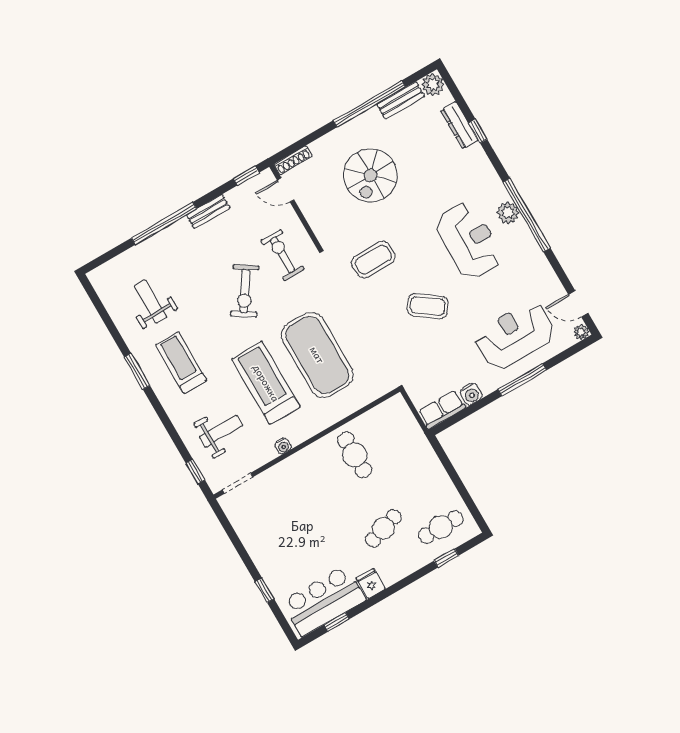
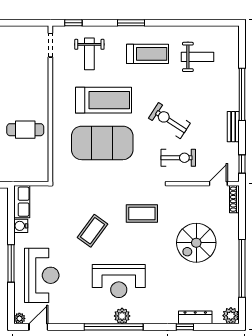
bench: (401, 100) -> (233, 289), removed
spiral stairs: (371, 175) -> (196, 243), turned -90
coffee table: (373, 260) -> (142, 214), turned 90
window: (137, 371) -> (131, 23), moved
water cooler: (283, 446) -> (57, 88), removed

